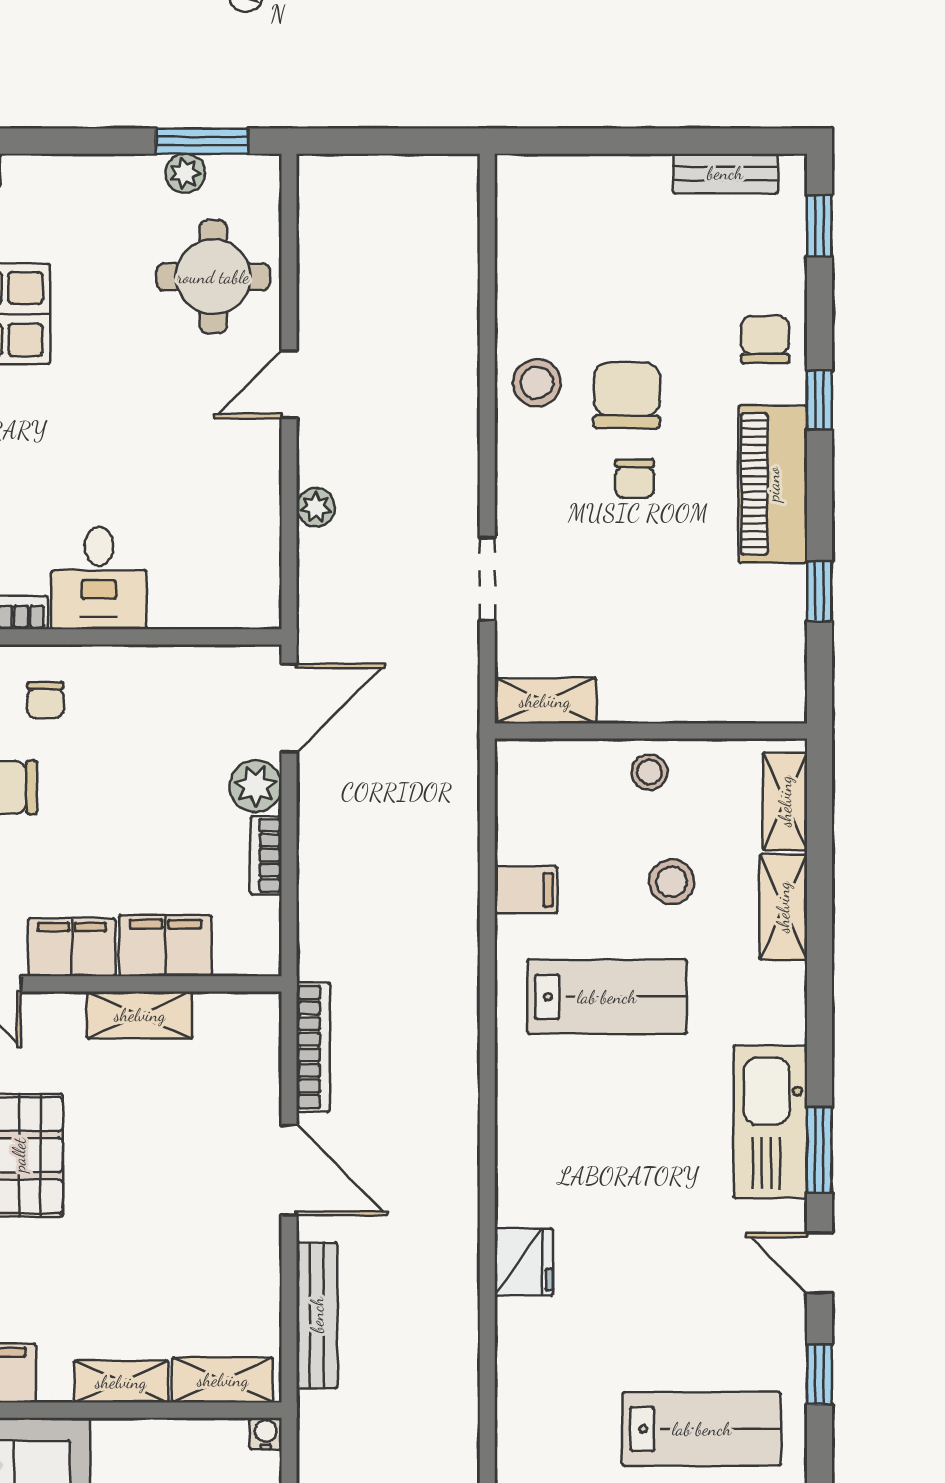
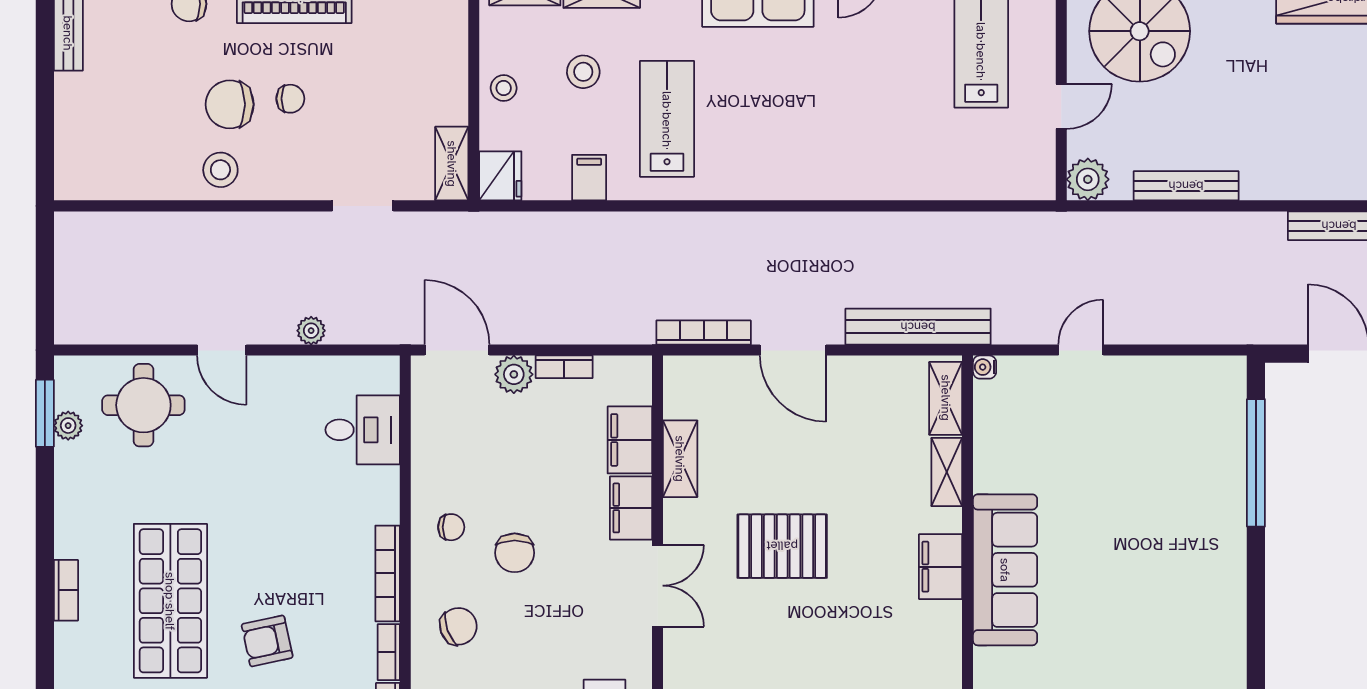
desk: (99, 578) -> (363, 430), moved
door: (289, 1170) -> (793, 350), swing flipped
fridge: (524, 1262) -> (500, 176), moved, turned 90
bench: (317, 1315) -> (918, 327), width x1.37, depth x1.21

